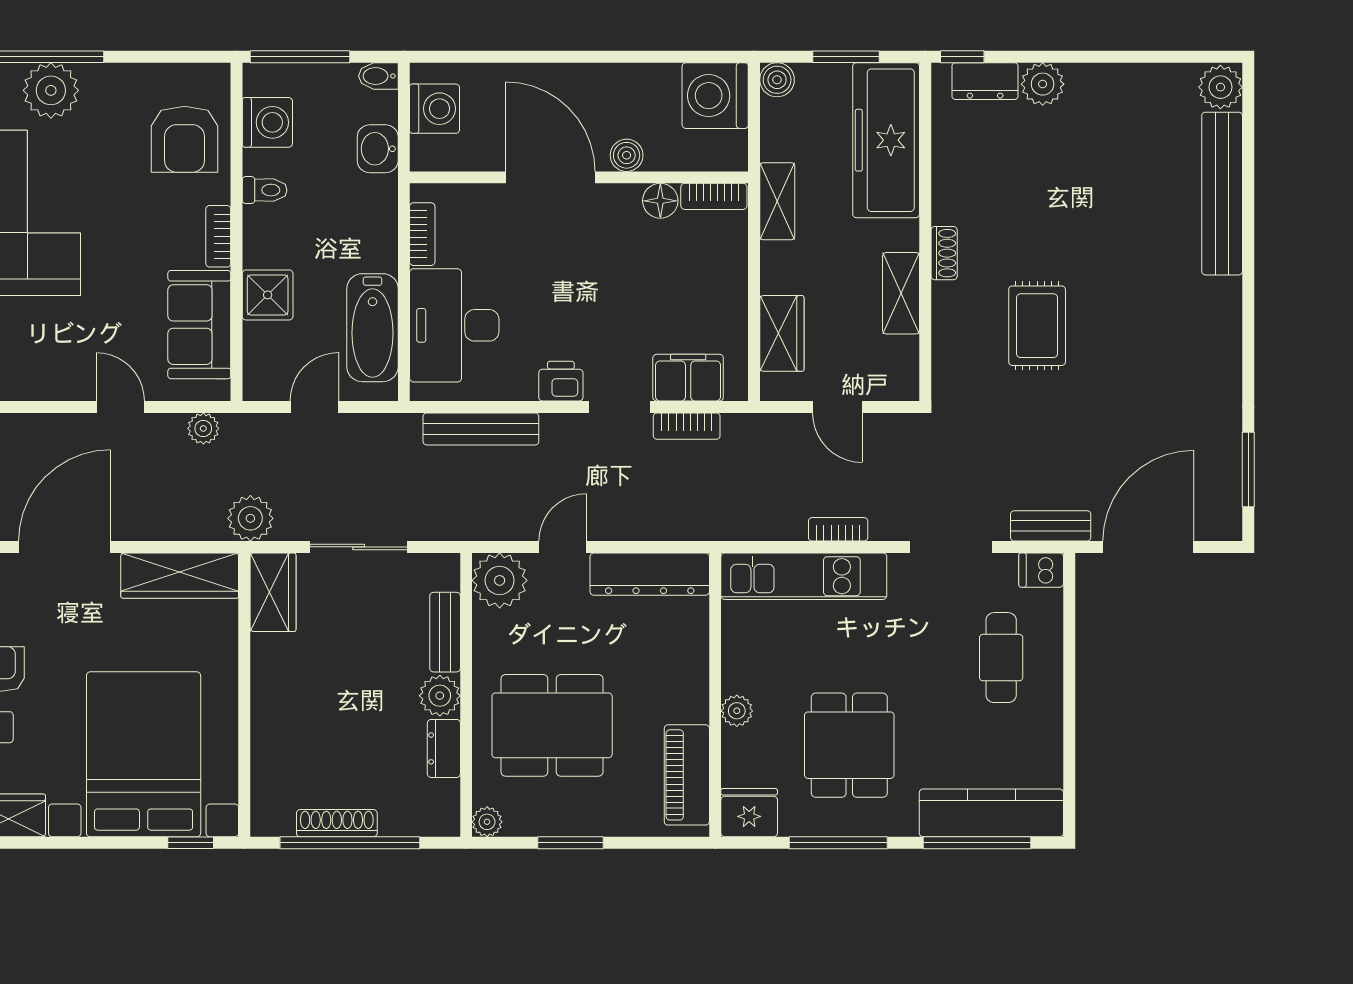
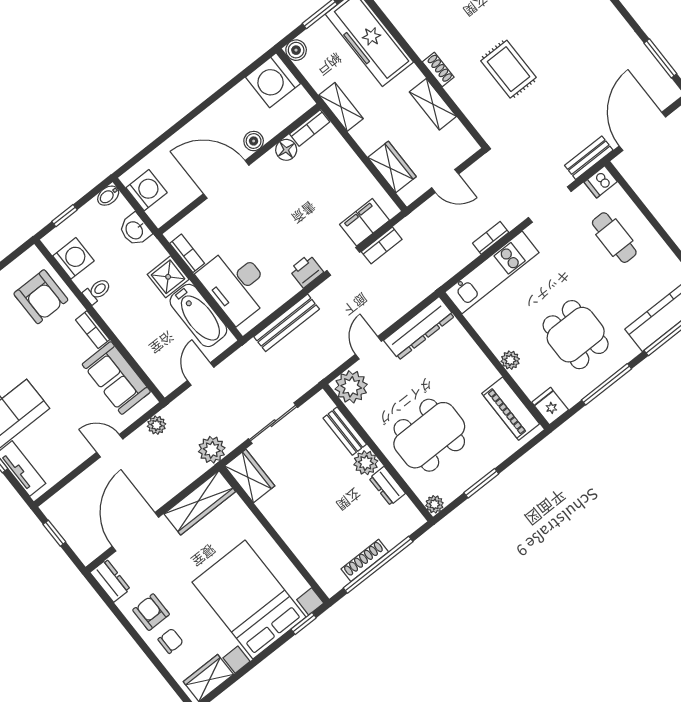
window: (300, 57) -> (64, 216), width x0.46
shower: (268, 295) -> (168, 277), moved
fridge: (749, 813) -> (550, 406), width x0.72

